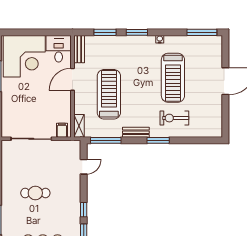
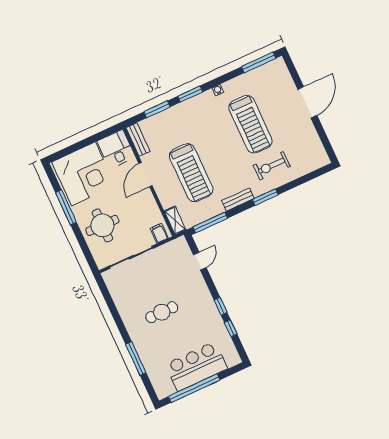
treadmill: (109, 94) -> (191, 173), turned 180
round table: (20, 103) -> (102, 225), added

